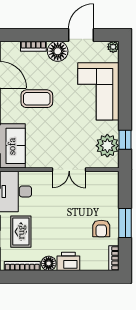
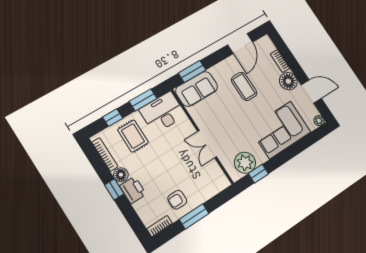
rug: (21, 232) -> (133, 136), turned 90
window: (58, 277) -> (114, 189), added

